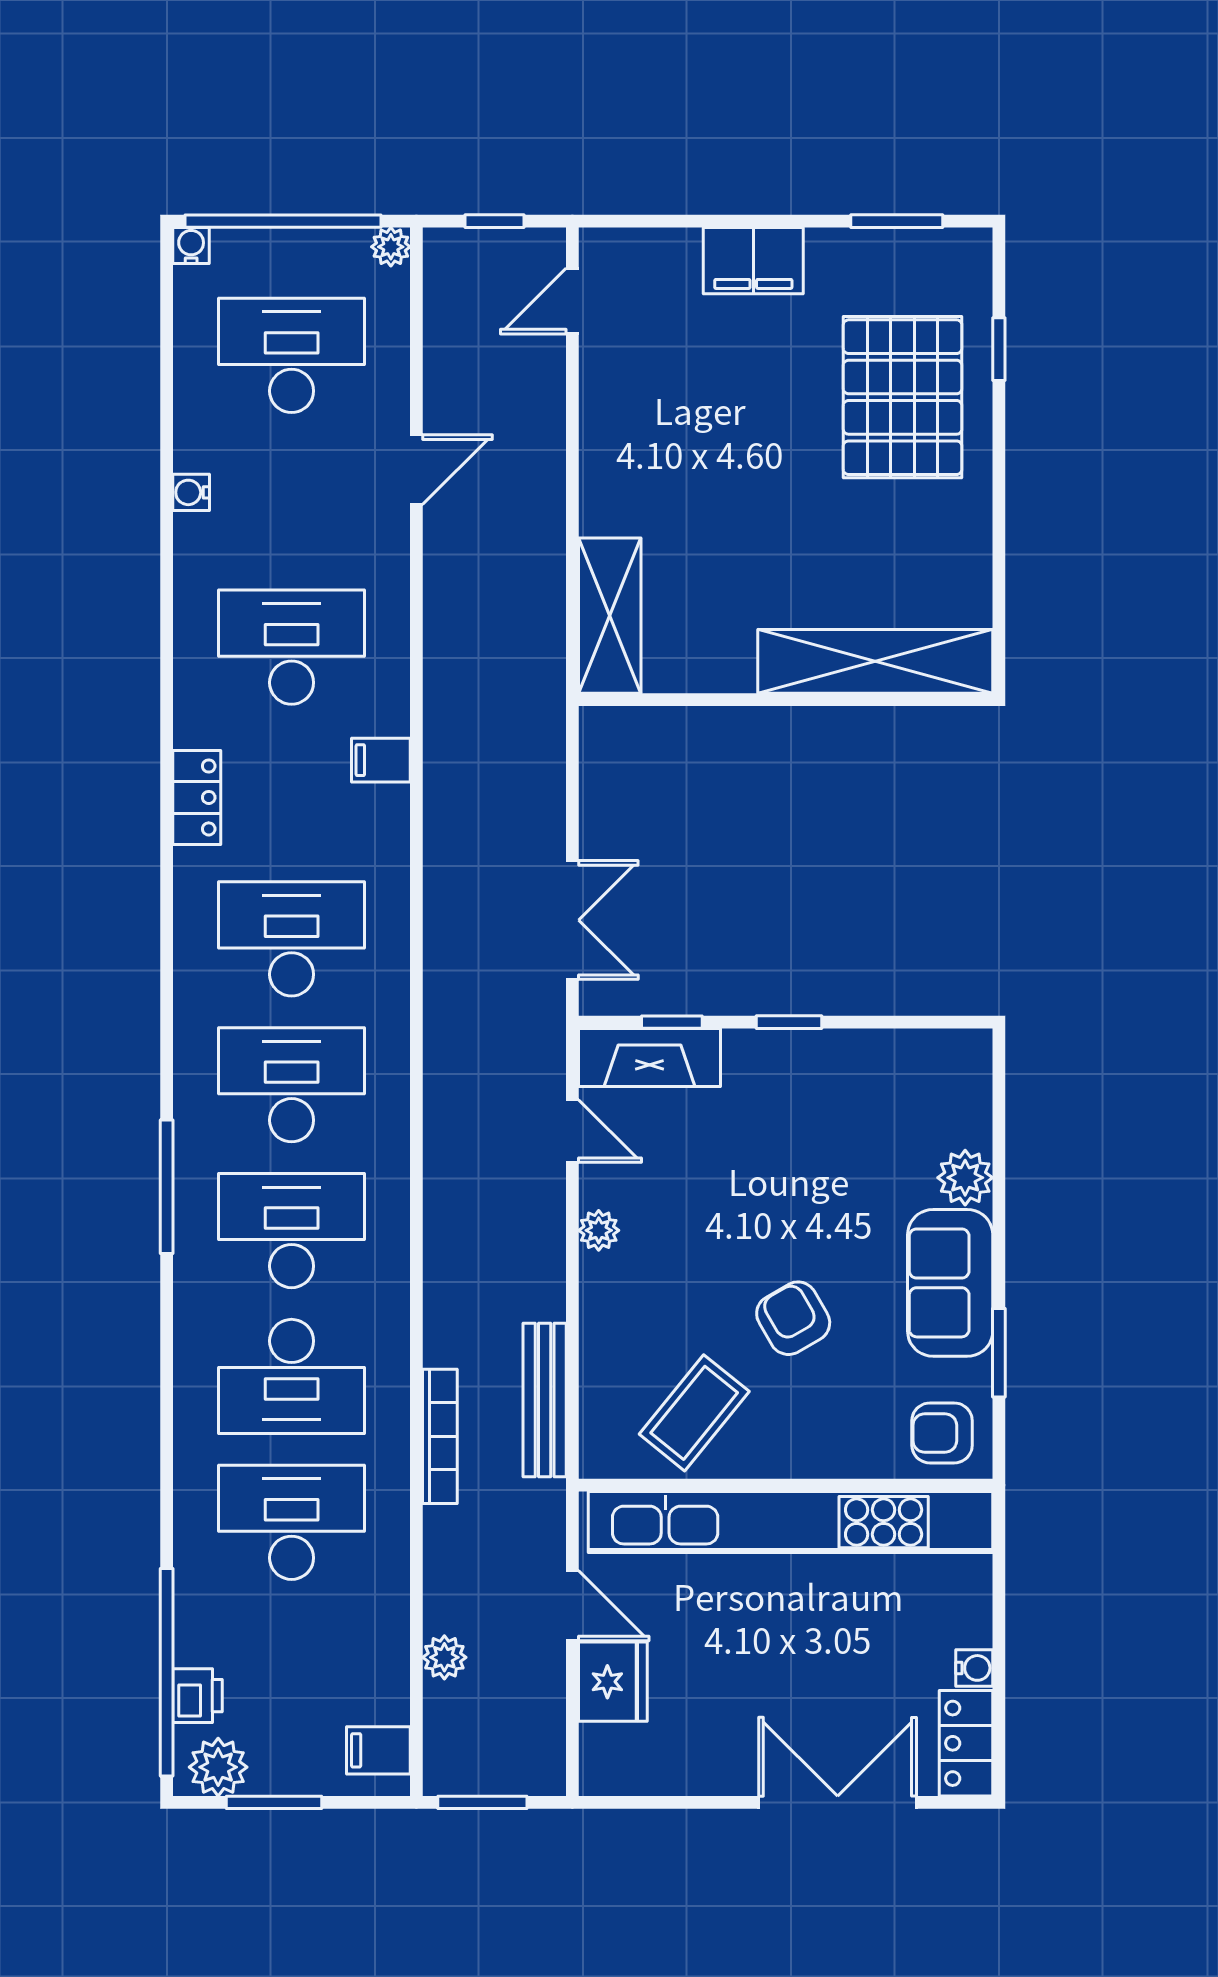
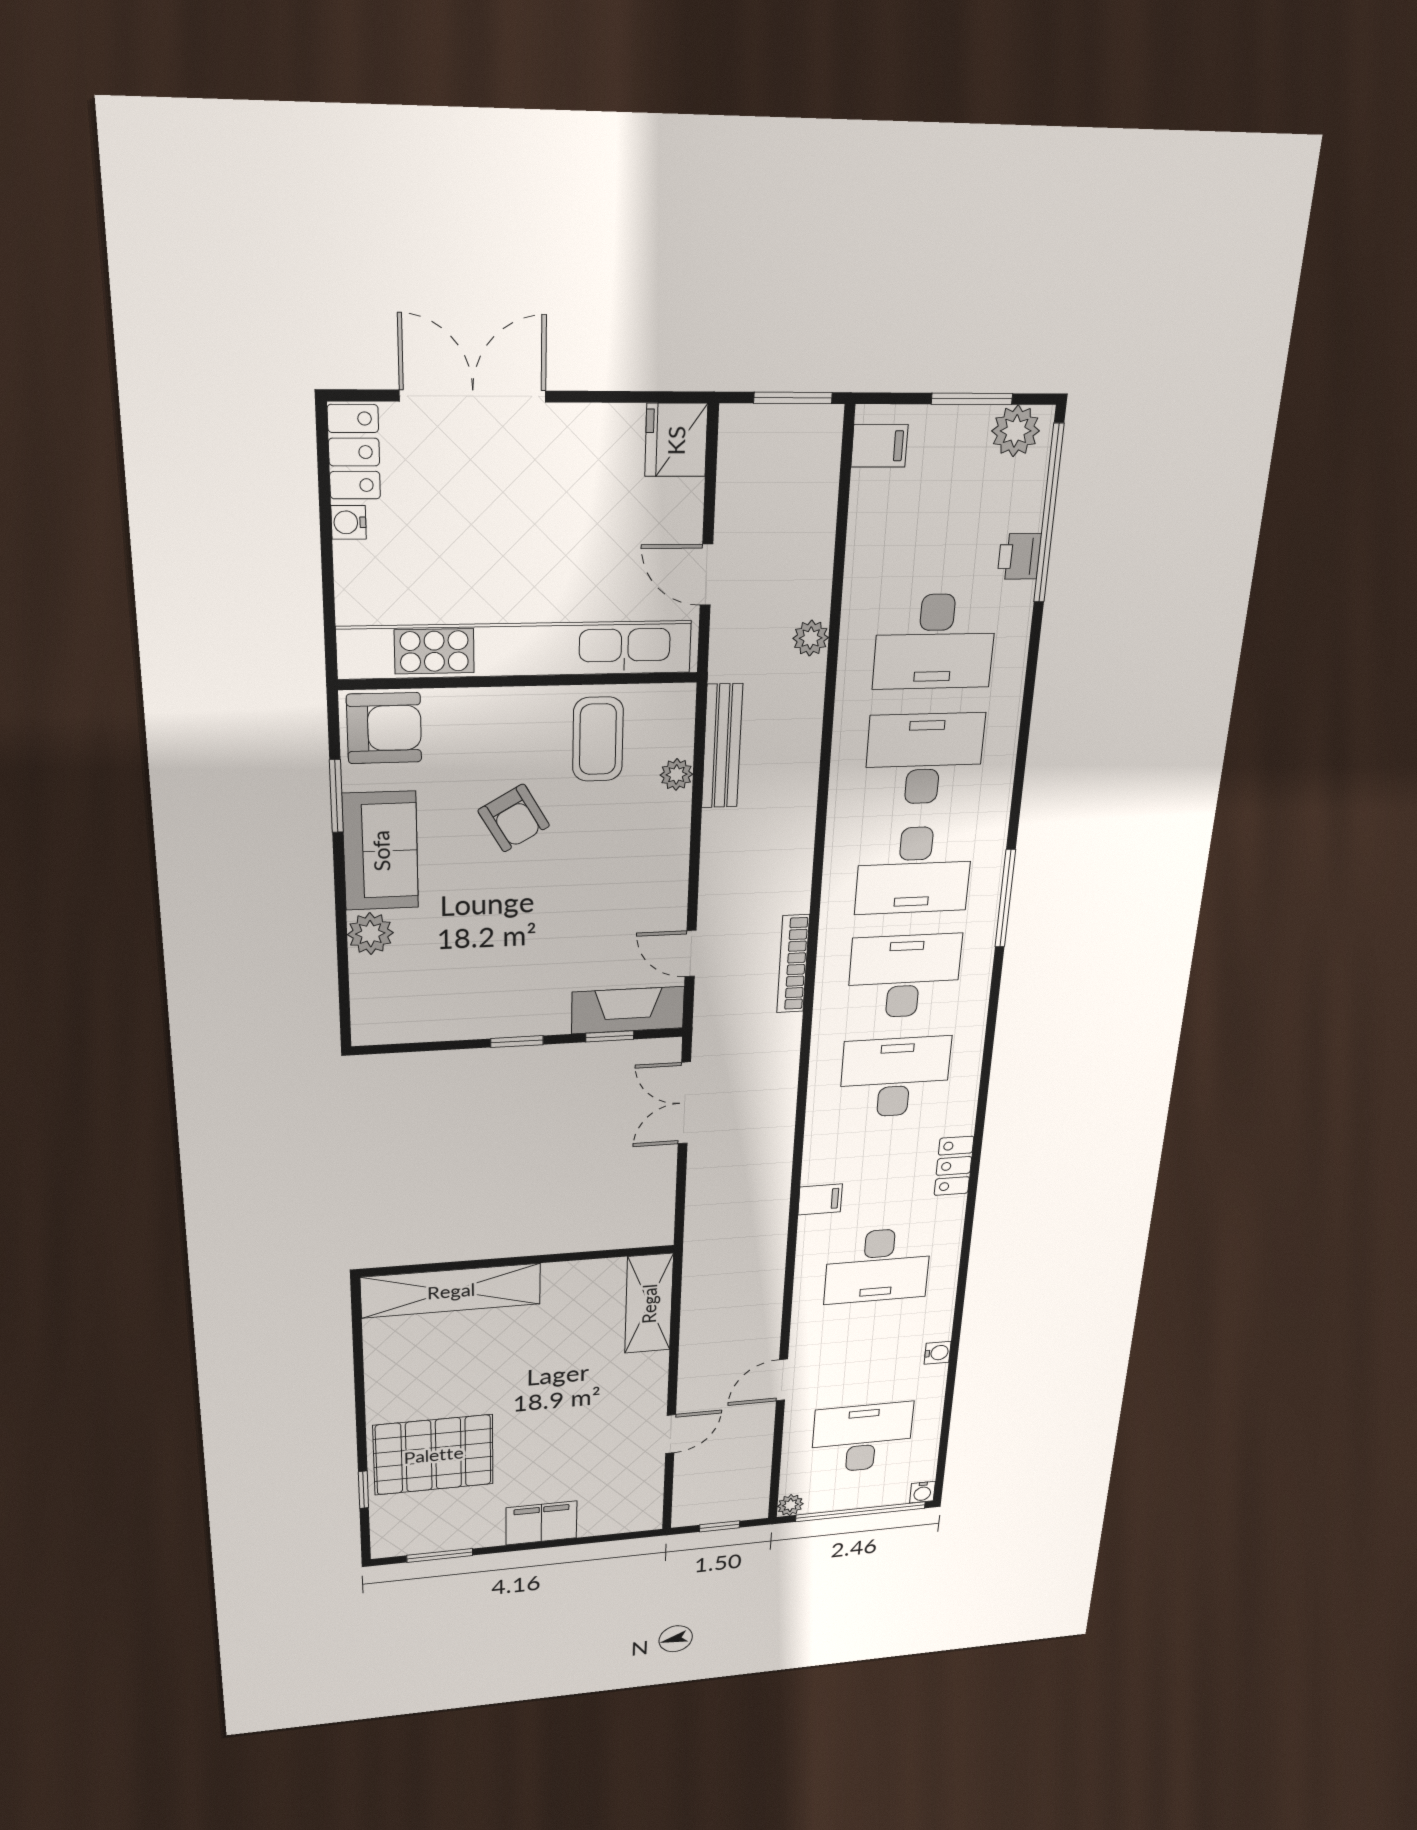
door: (572, 301) -> (671, 1434), moved
desk: (292, 355) -> (862, 1438), turned 180
pallet: (903, 397) -> (434, 1455), turned 90
desk: (292, 939) -> (895, 1077), turned 180
desk: (292, 1085) -> (904, 976), turned 180
plant: (599, 1230) -> (676, 775), moved
coffee table: (694, 1413) -> (598, 739), turned -39
armchair: (942, 1433) -> (384, 728), width x1.38, depth x1.38
bookcase: (440, 1436) -> (793, 964), moved
plant: (444, 1657) -> (811, 638), moved
fridge: (613, 1682) -> (676, 440), moved
printer: (198, 1696) -> (1019, 556), moved
double door: (838, 1802) -> (473, 396), swing flipped

